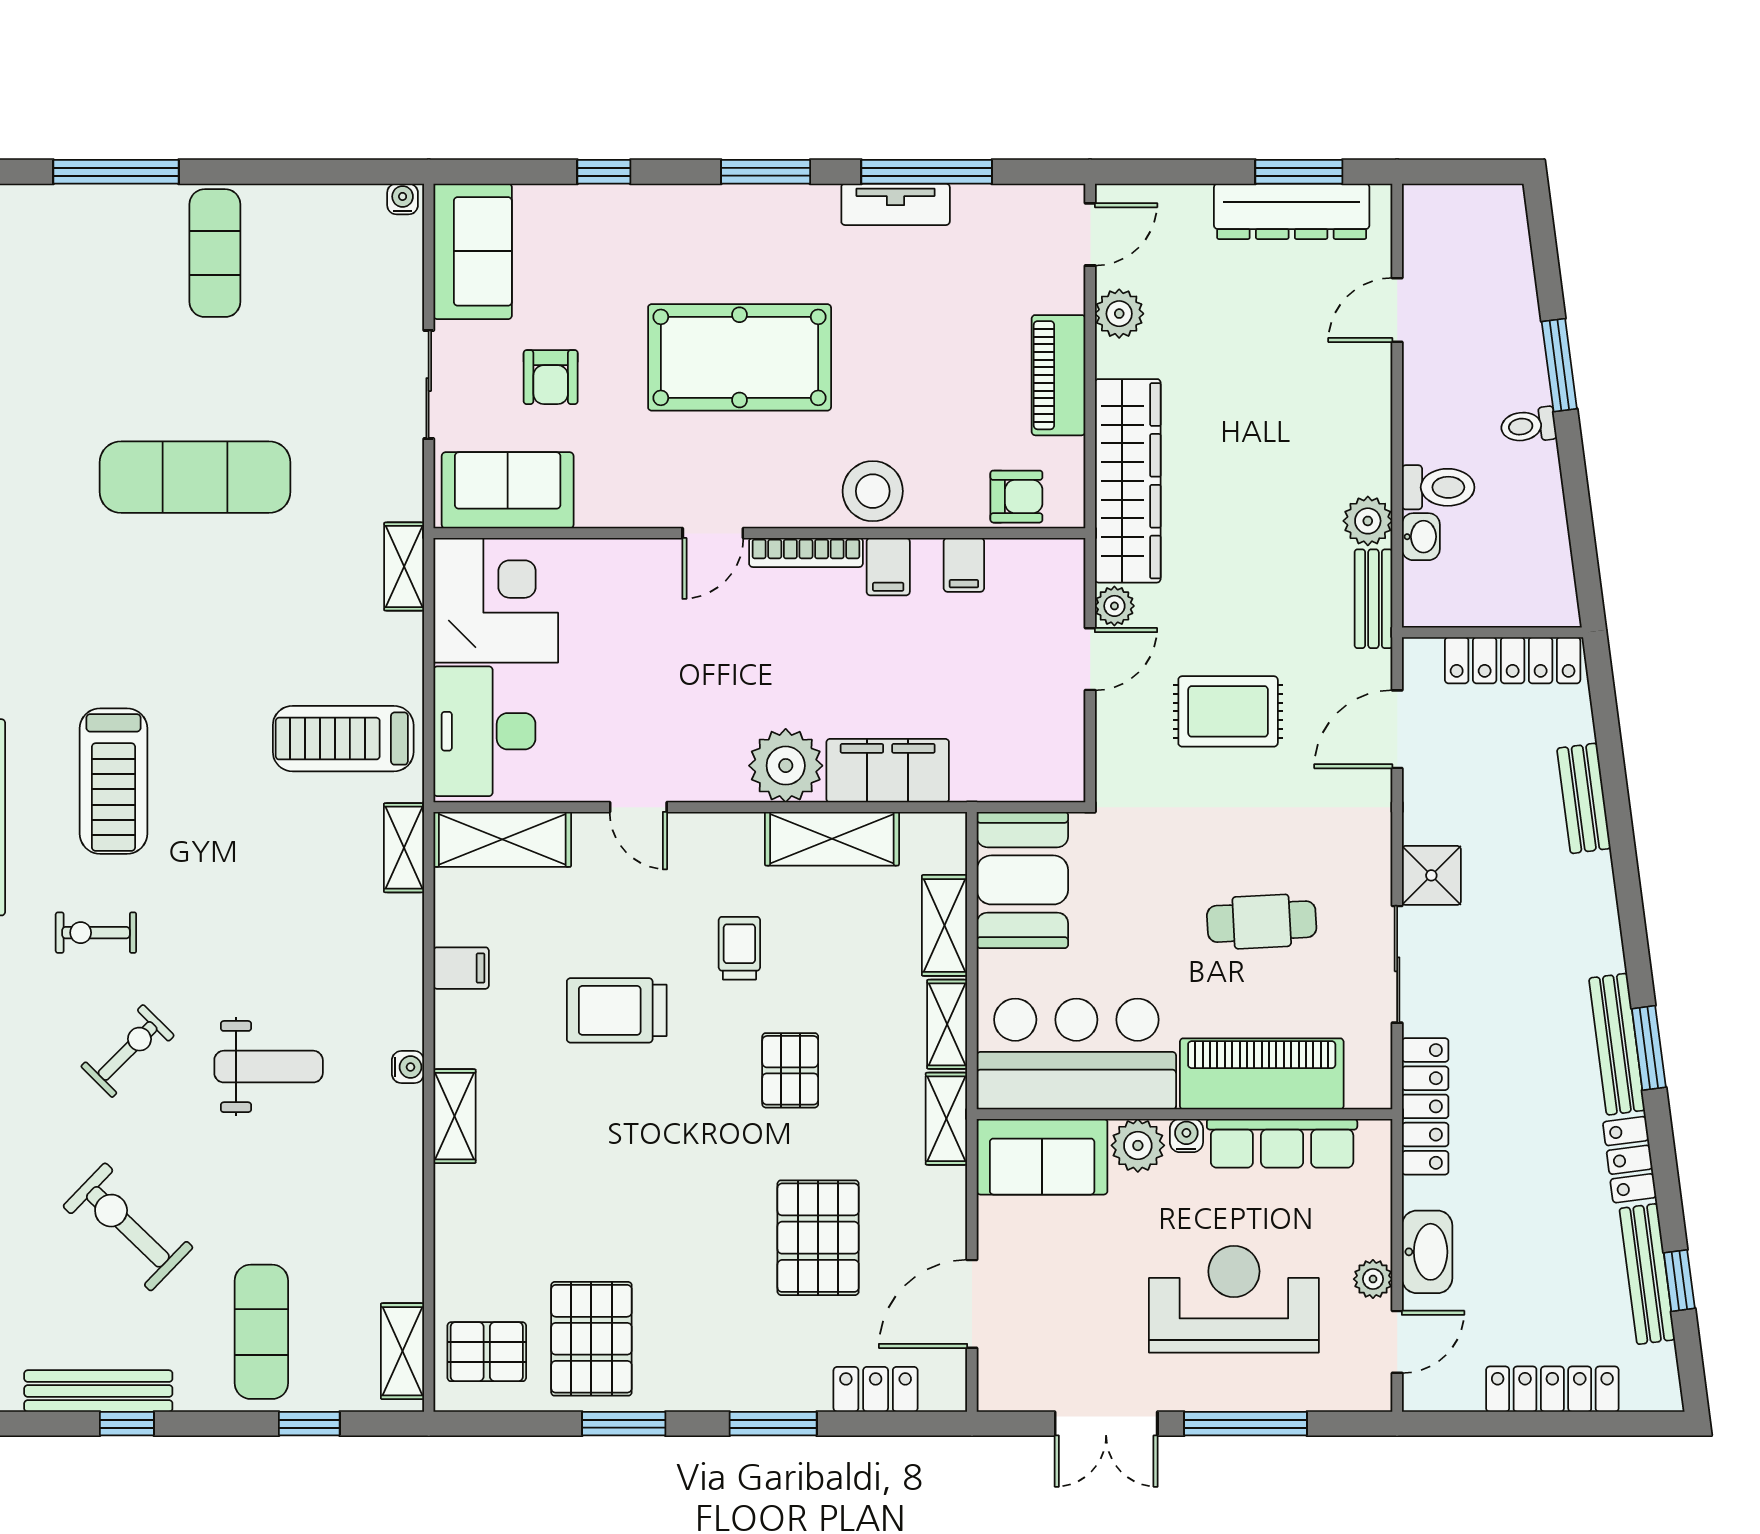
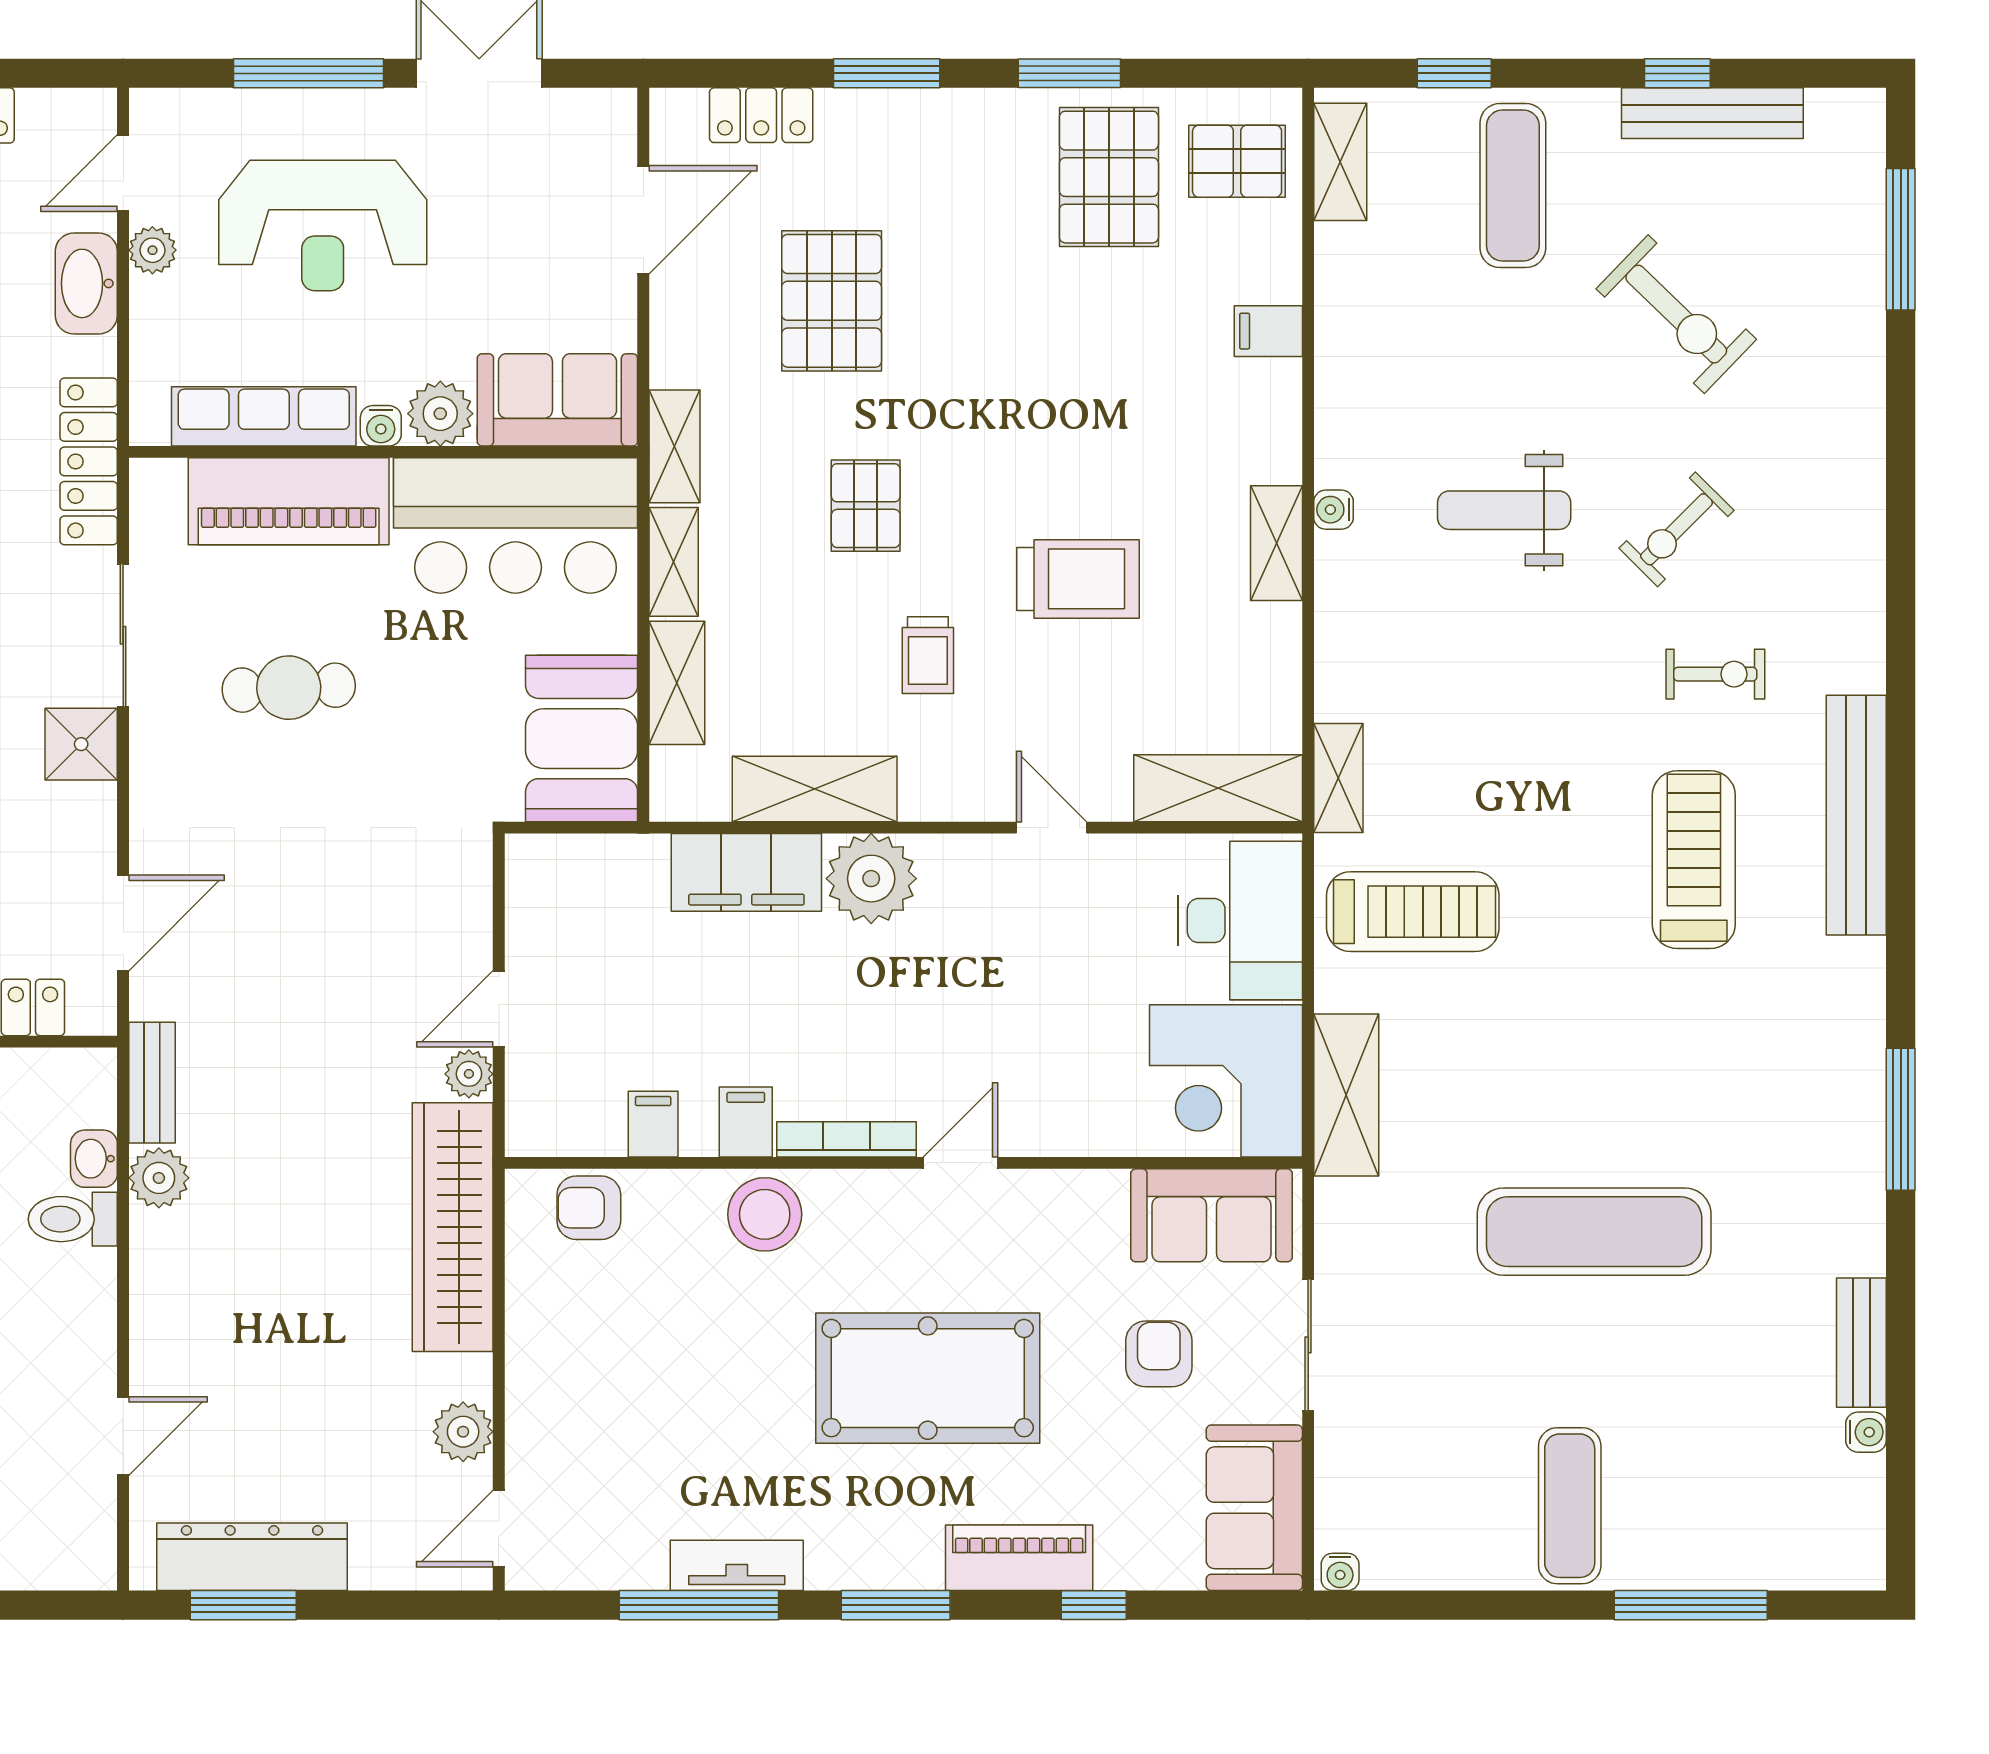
piano: (1058, 375) -> (1019, 1558), moved, turned -90
shelving: (404, 567) -> (1346, 1095), width x1.50, depth x1.33
rug: (1228, 711) -> (330, 945), removed
filing cabinet: (461, 968) -> (1268, 331), moved
shelving: (455, 1116) -> (1276, 543), moved

